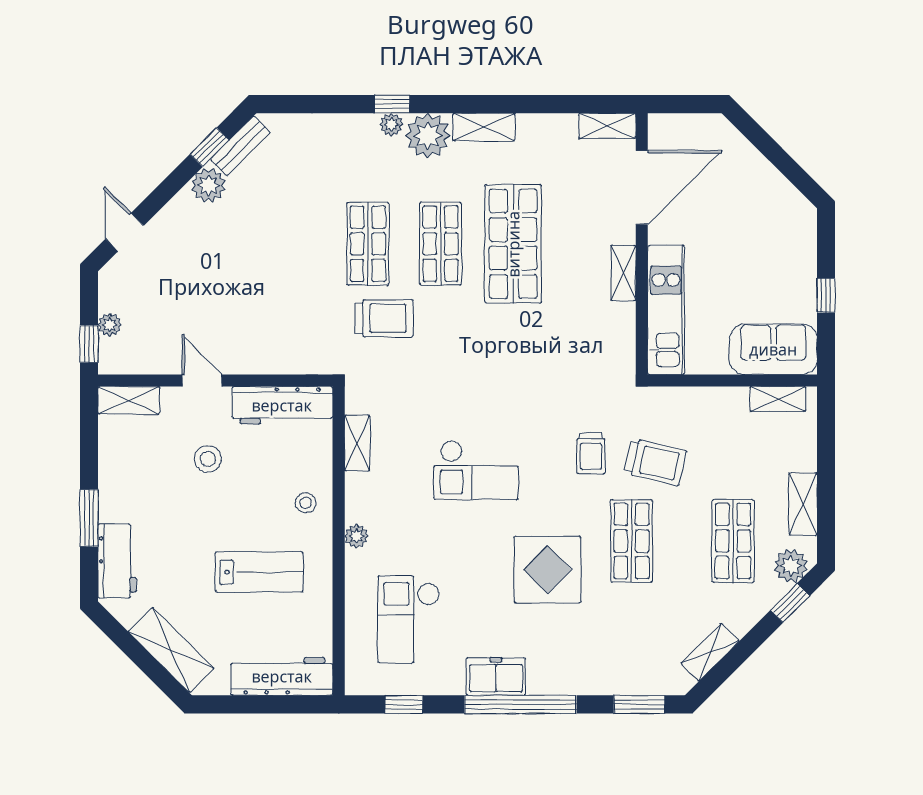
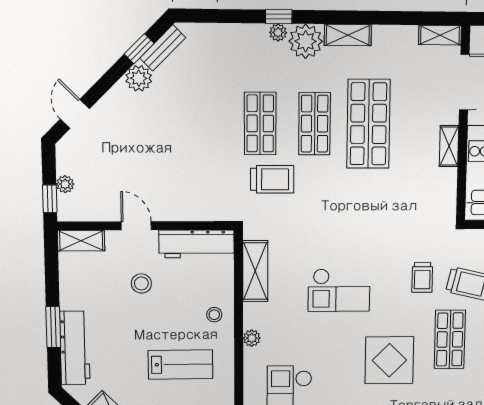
shelving: (357, 443) -> (255, 271), width x1.50, depth x1.33
workbench: (117, 561) -> (75, 348), width x1.38

